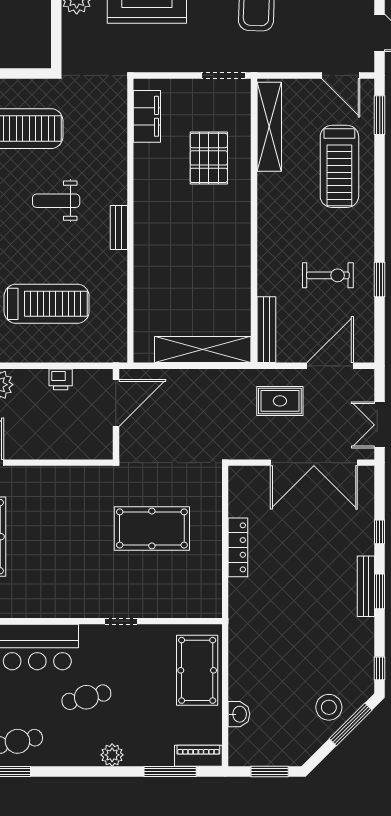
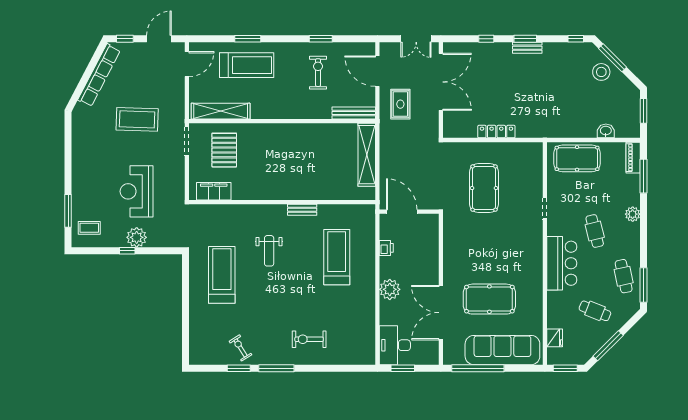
window: (380, 115) -> (248, 39), moved
pallet: (209, 158) -> (224, 150), moved, turned 90
bench: (119, 228) -> (302, 210), moved
bench: (366, 586) -> (527, 48), width x0.73

